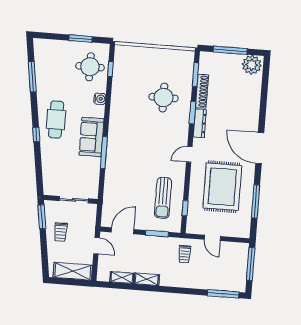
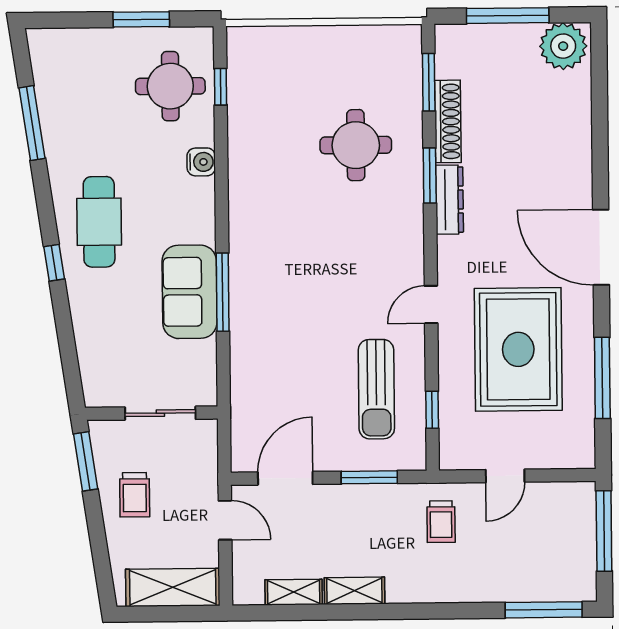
sofa: (92, 137) -> (190, 292), moved
door: (189, 154) -> (431, 305), moved
door: (212, 238) -> (505, 476), hinge flipped

